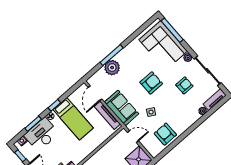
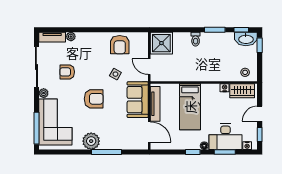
plant: (112, 68) -> (91, 141), moved
armchair: (151, 83) -> (94, 99), turned 180
door: (95, 93) -> (149, 132), hinge flipped
bed: (73, 119) -> (190, 107), moved, turned 180

